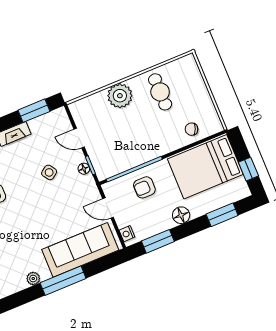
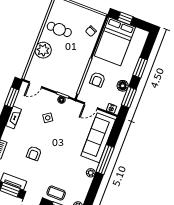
door: (79, 138) -> (35, 85), moved
window: (248, 169) -> (125, 18), moved
floor lamp: (181, 215) -> (123, 86), moved
window: (222, 215) -> (140, 68), moved

